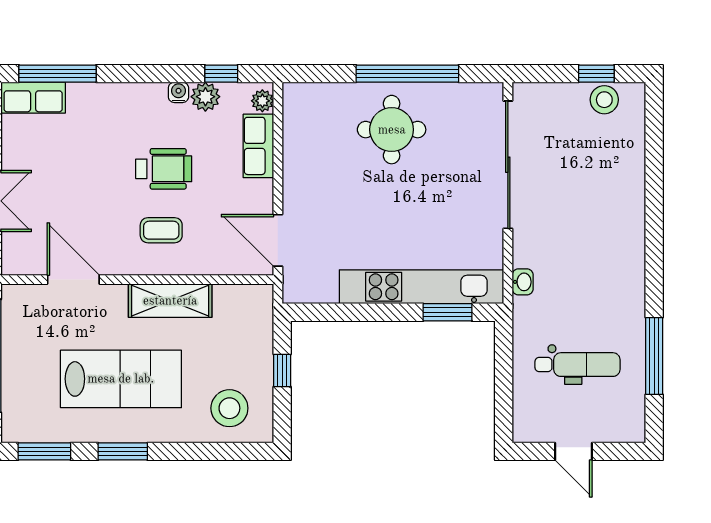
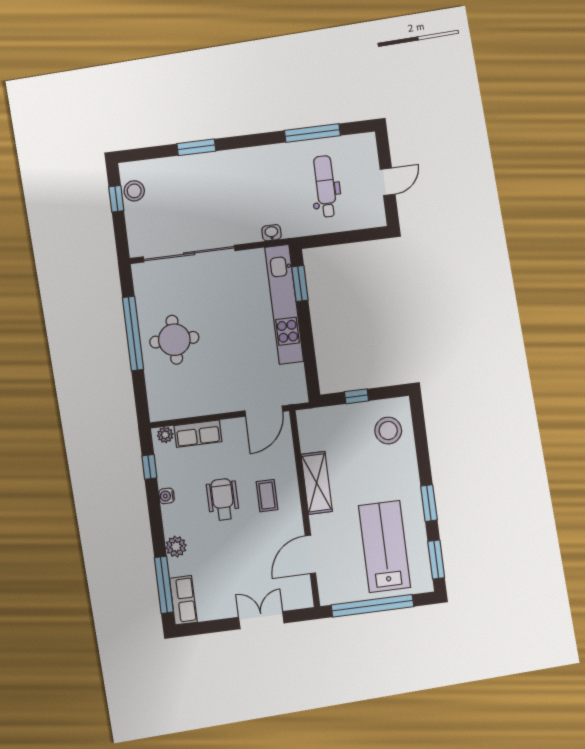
plant: (205, 97) -> (176, 547), moved
window: (654, 193) -> (196, 147), added
lab bench: (121, 379) -> (385, 546), moved

